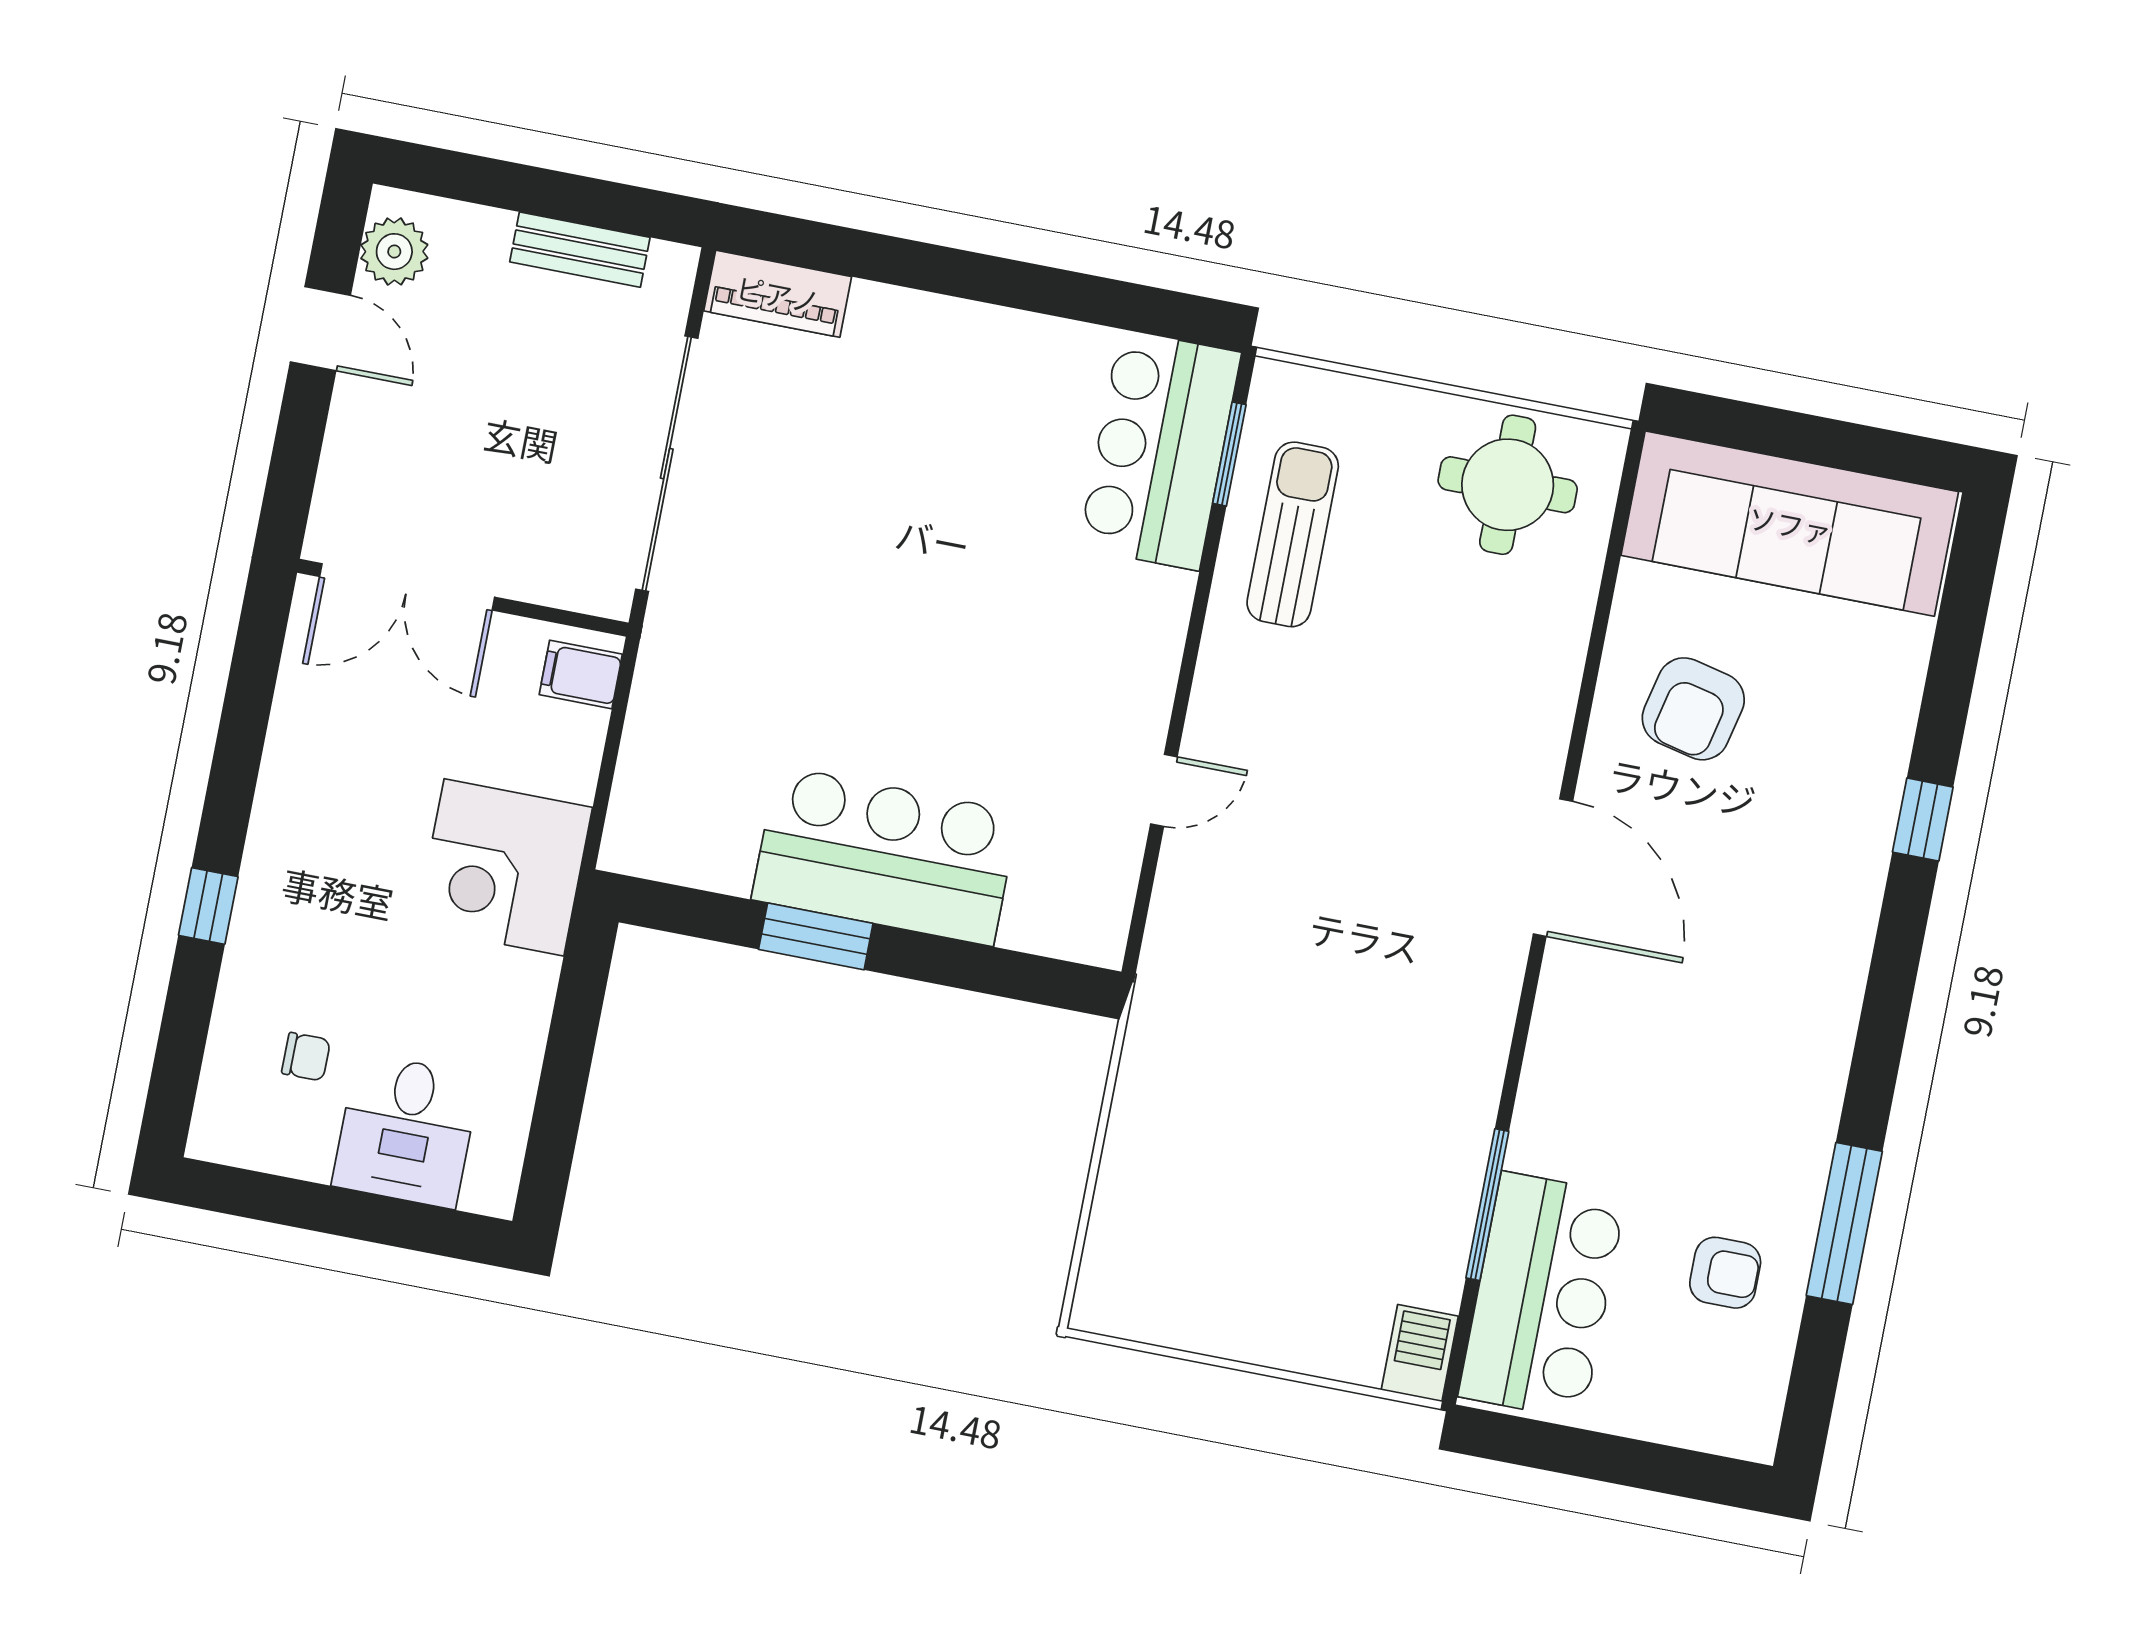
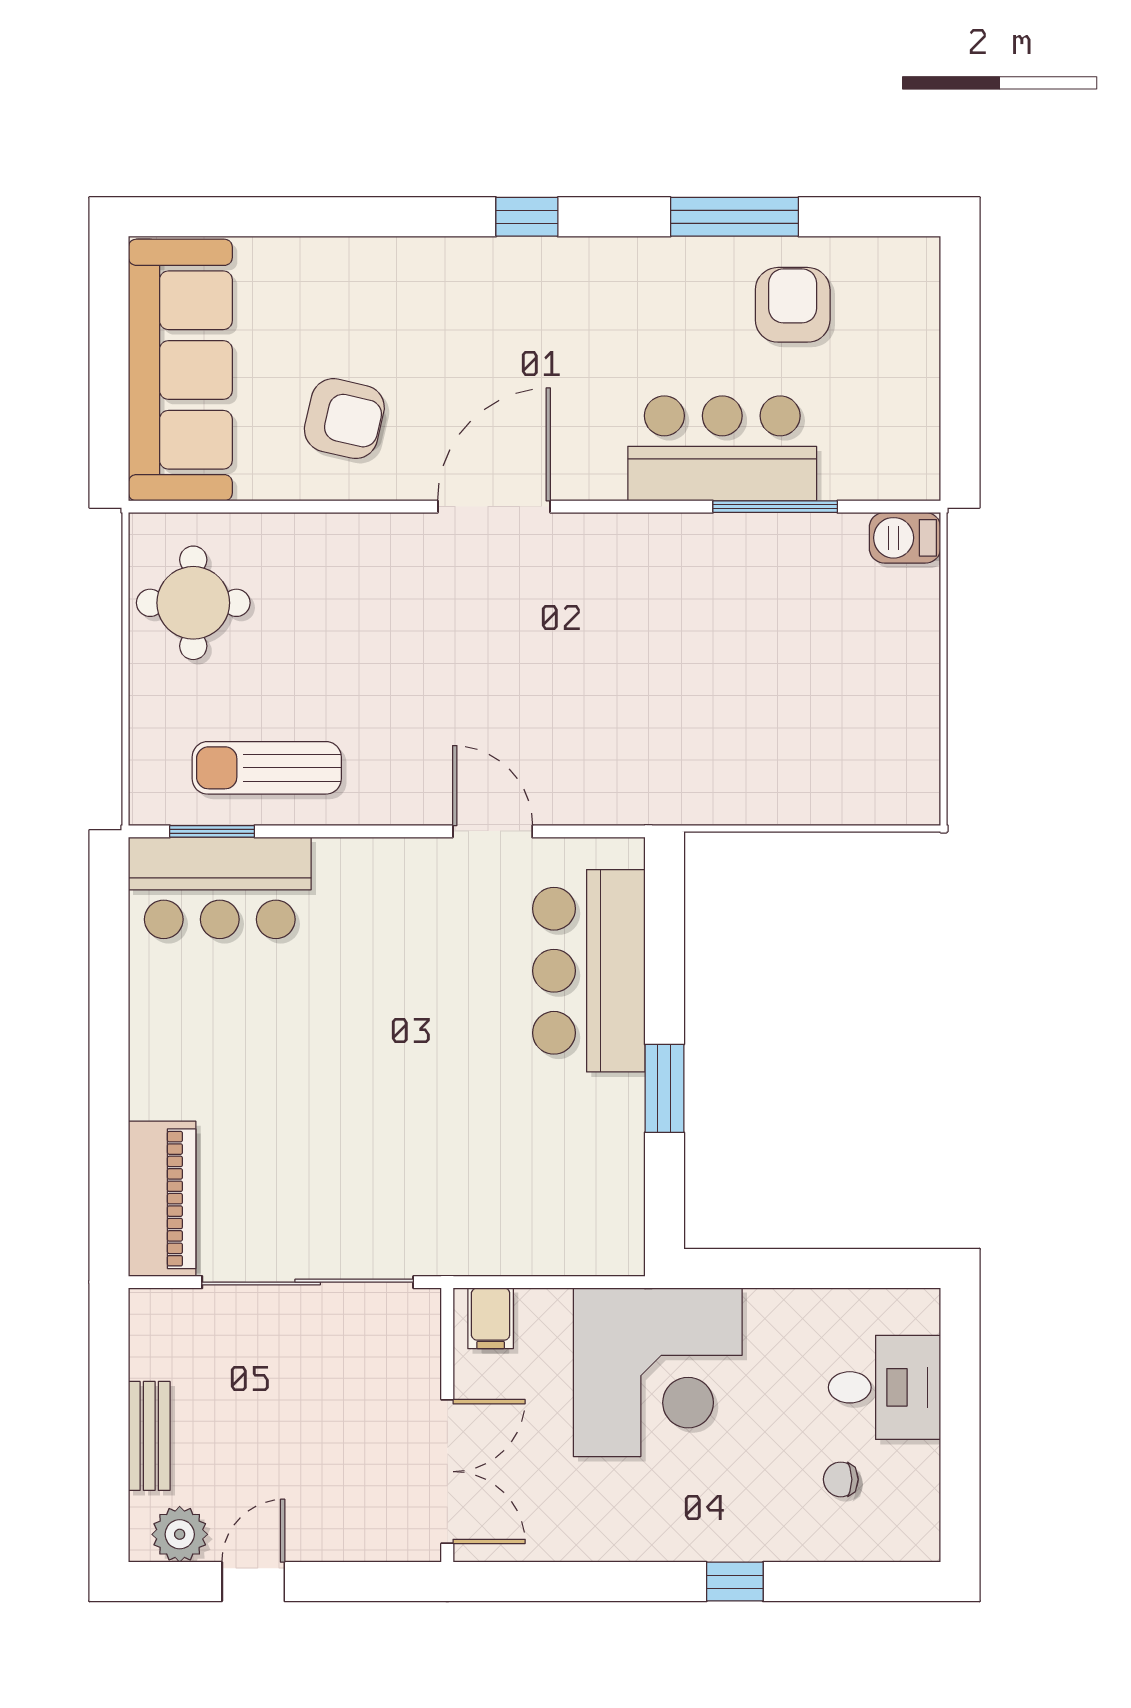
bench: (580, 250) -> (149, 1436), moved
piano: (778, 294) -> (162, 1199), width x1.37, depth x1.33
door: (1164, 790) -> (493, 831), width x1.38
window: (1923, 820) -> (527, 217), moved
bar counter: (885, 856) -> (589, 971), moved
corner desk: (504, 867) -> (658, 1372), width x1.36, depth x1.36
chair: (306, 1057) -> (841, 1479), turned -90
armchair: (1725, 1273) -> (793, 305), width x1.38, depth x1.38
bar counter: (1542, 1296) -> (722, 448), moved

